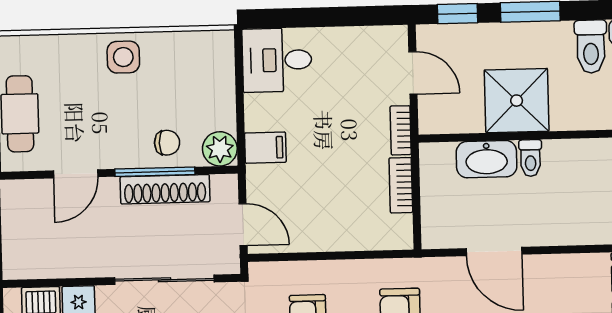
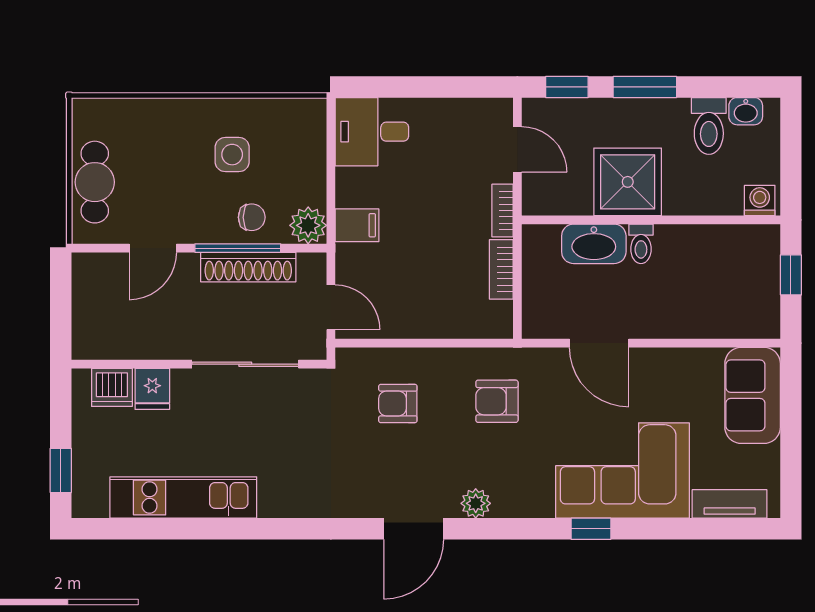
side table: (123, 57) -> (232, 155), moved

